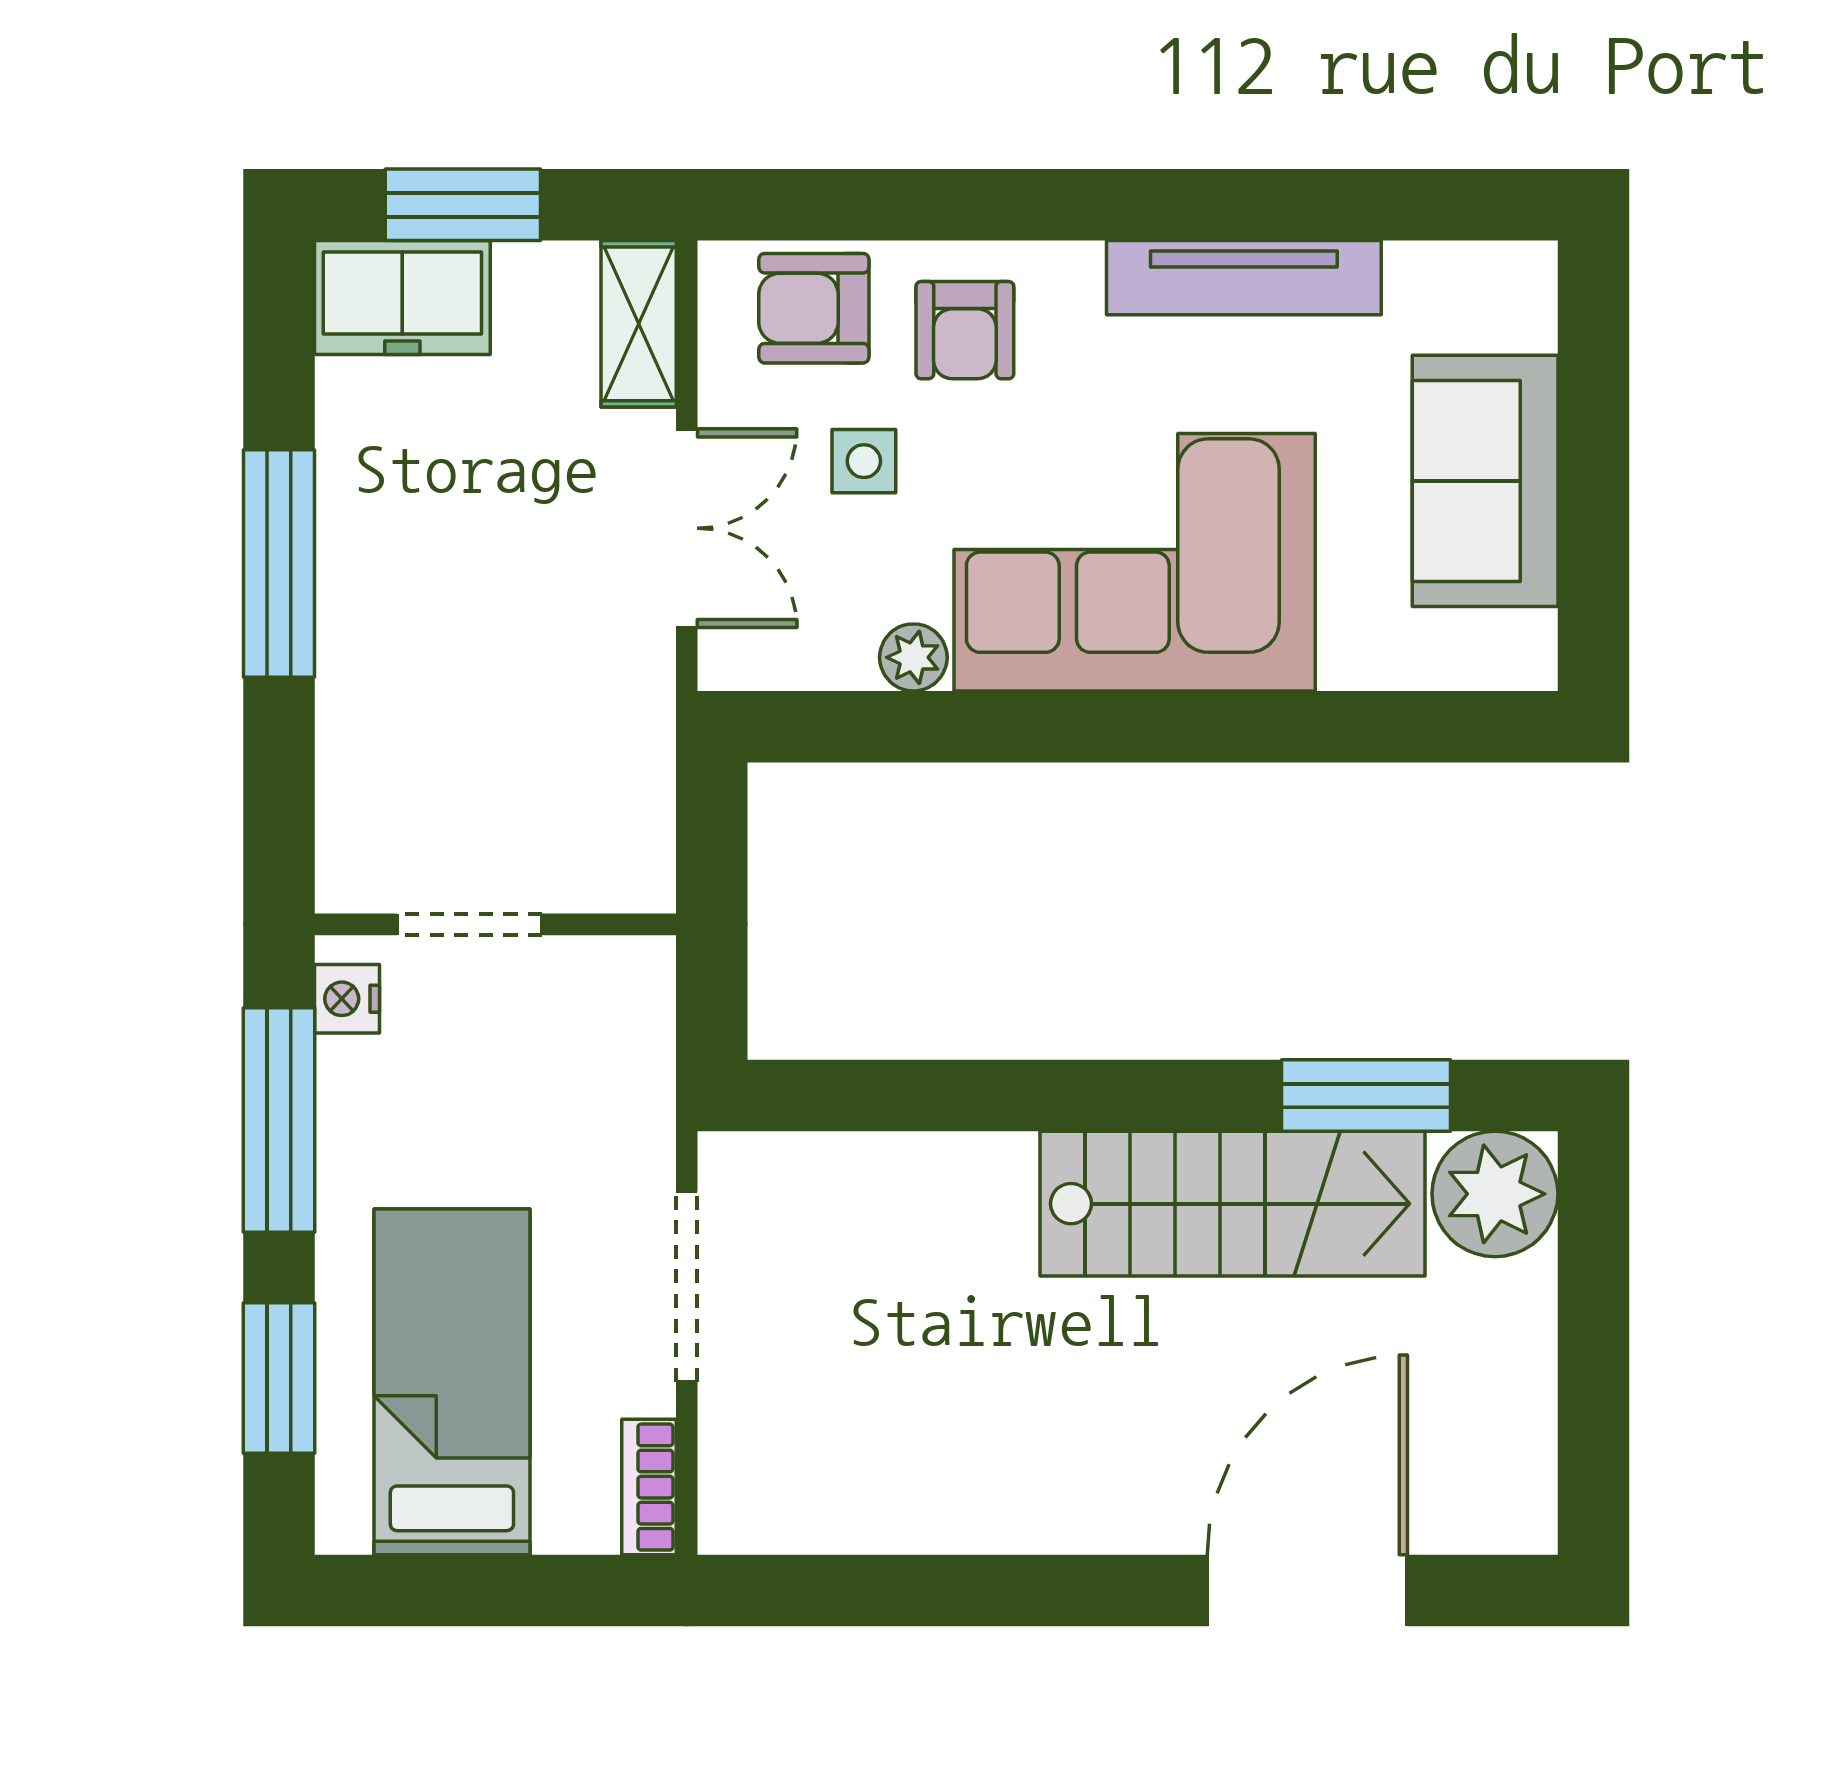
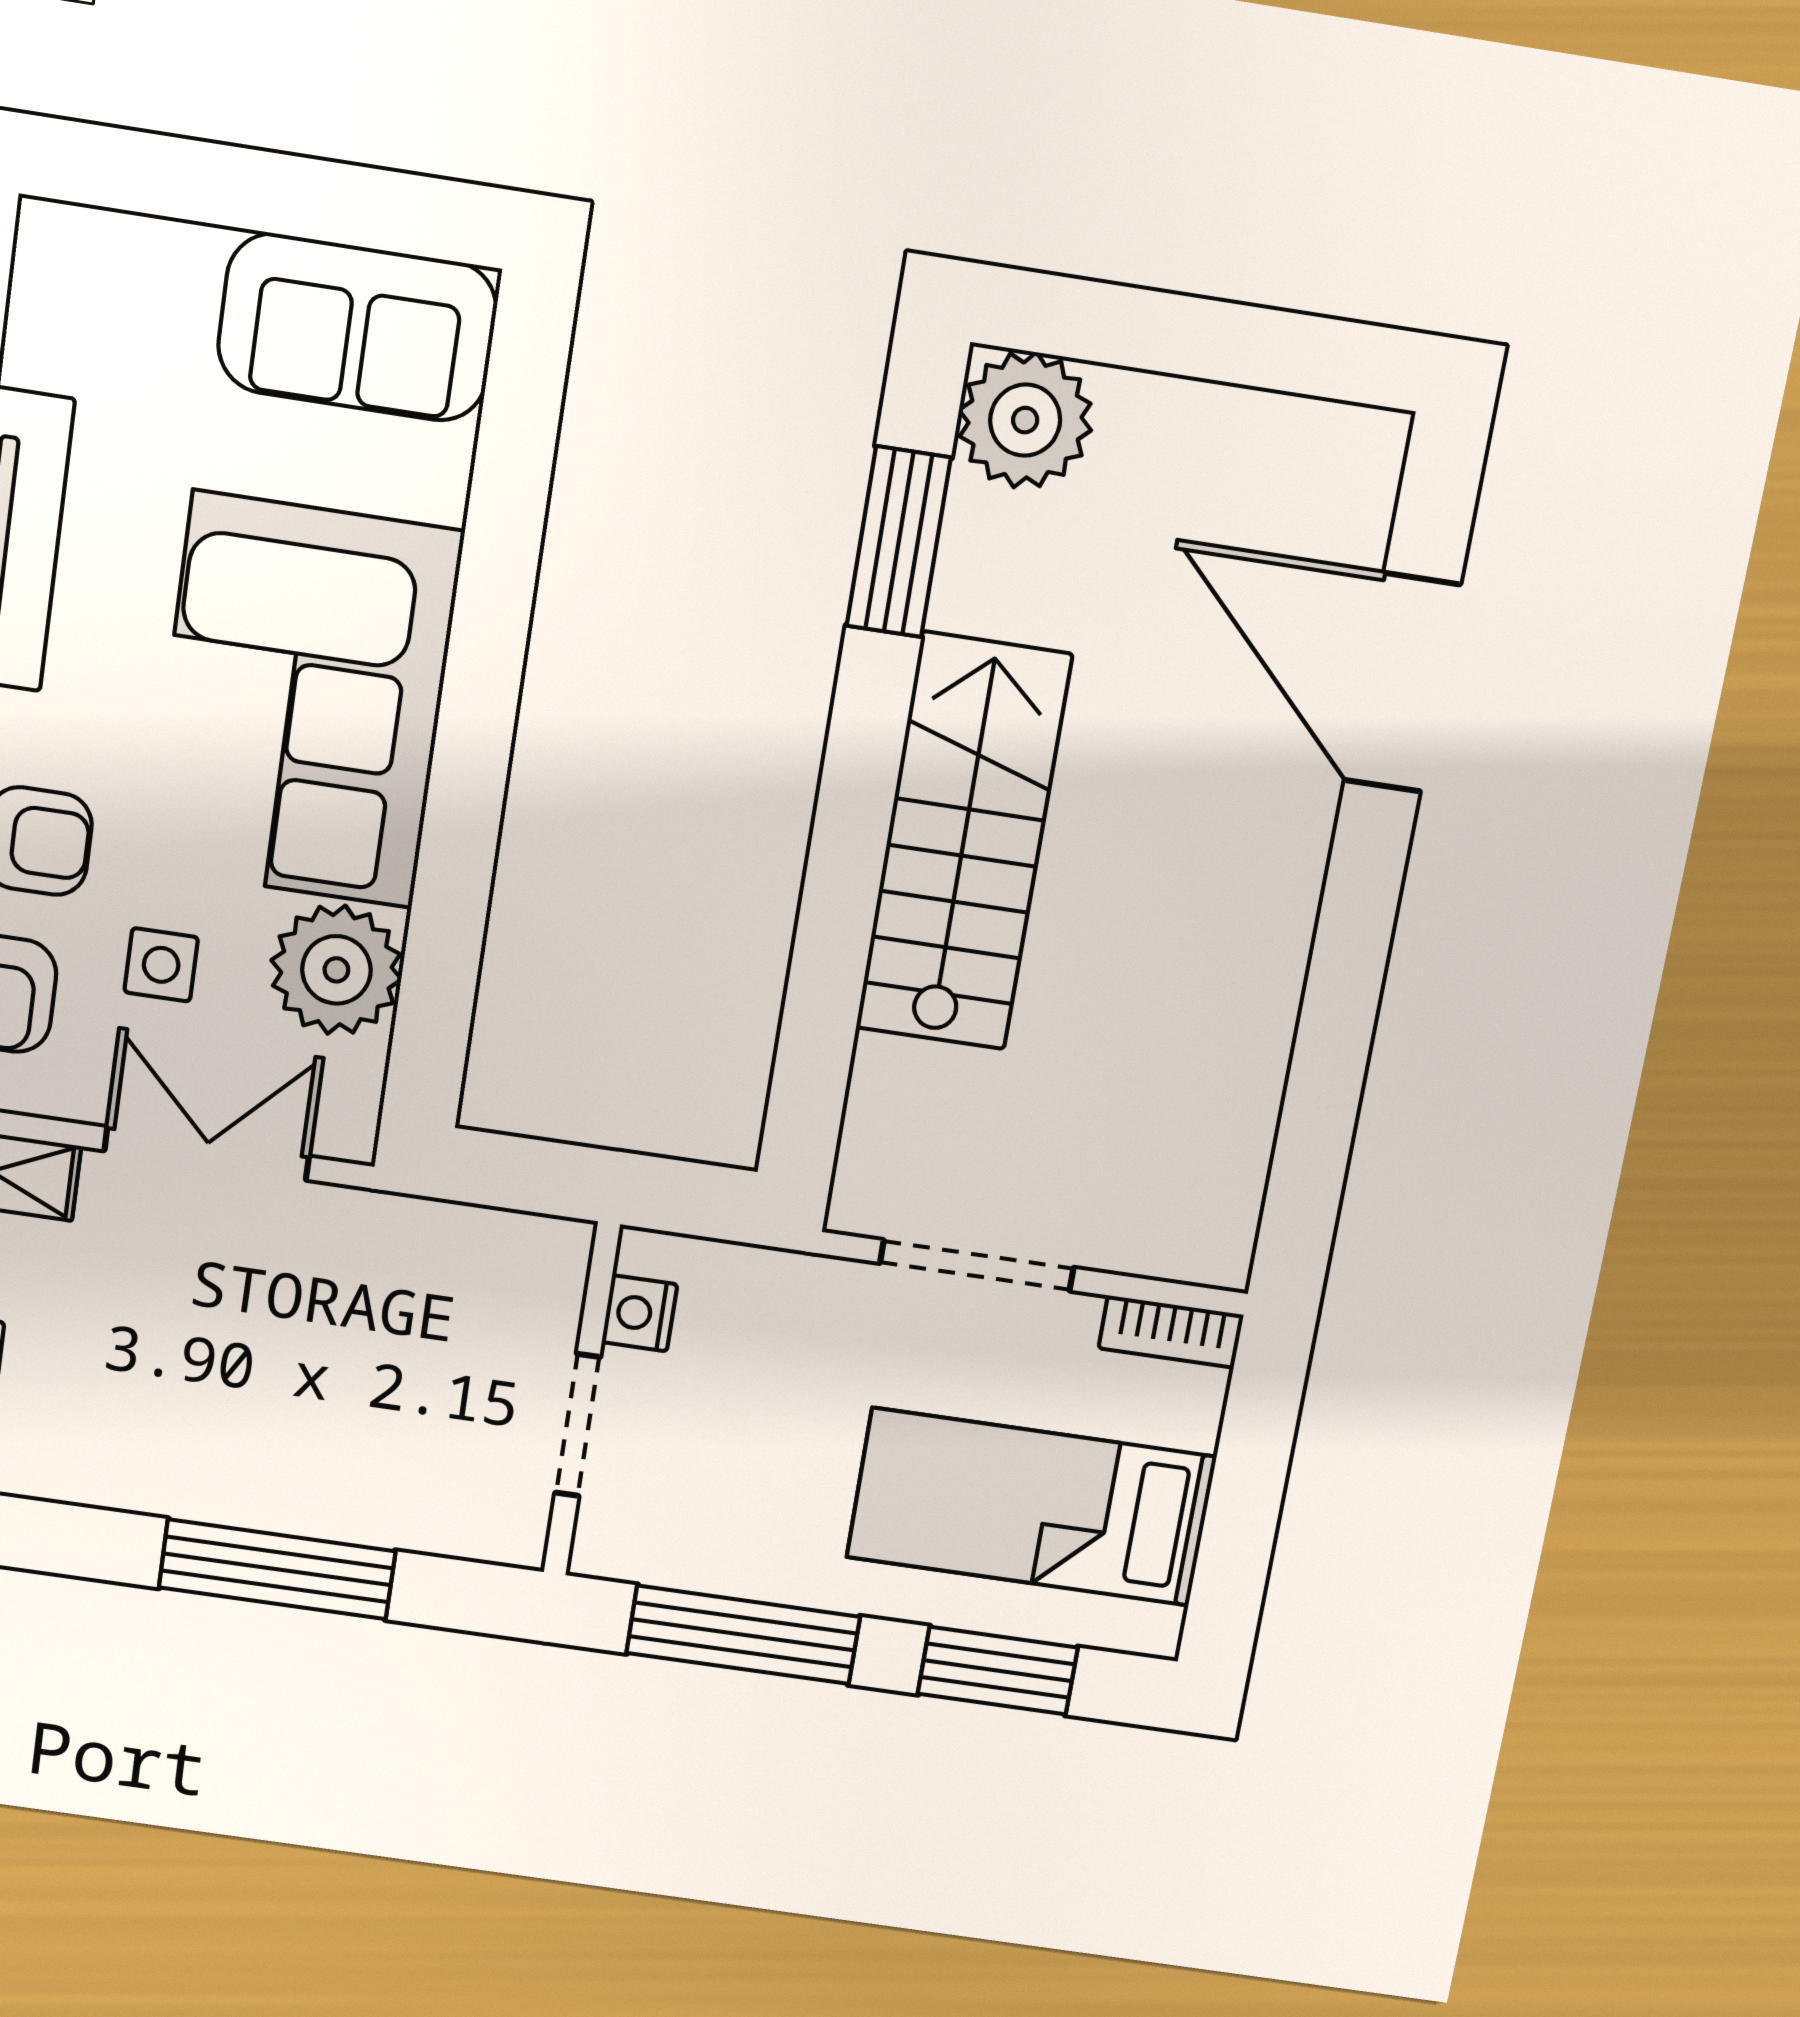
sofa: (1485, 481) -> (357, 327), moved
window: (279, 564) -> (277, 1569), moved
plant: (913, 657) -> (336, 970), width x1.87, depth x1.87
nightstand: (347, 999) -> (639, 1313), moved, turned 90
stairs: (1233, 1204) -> (963, 842), moved

